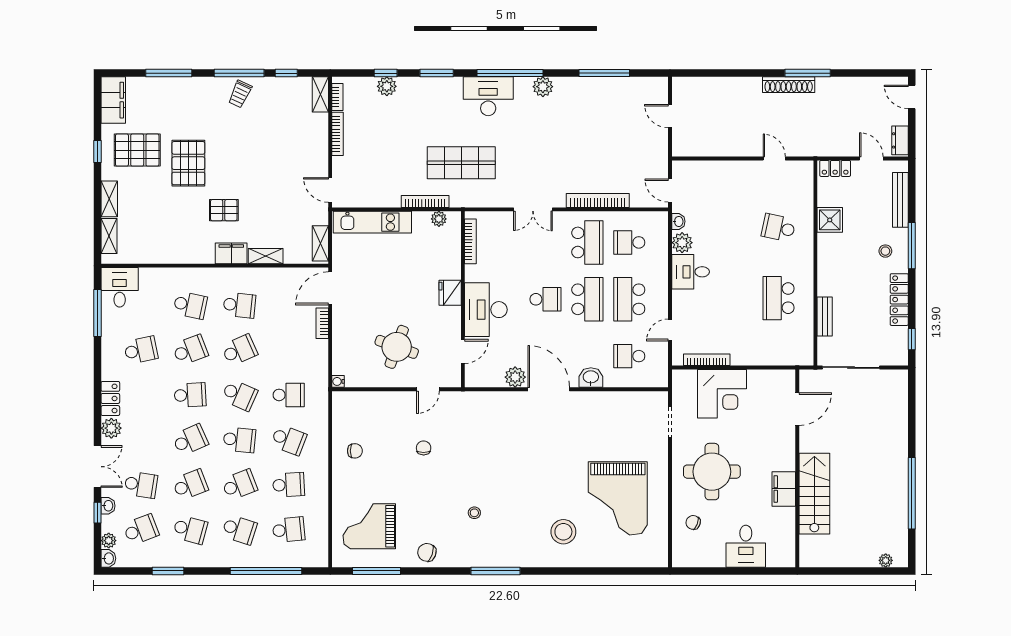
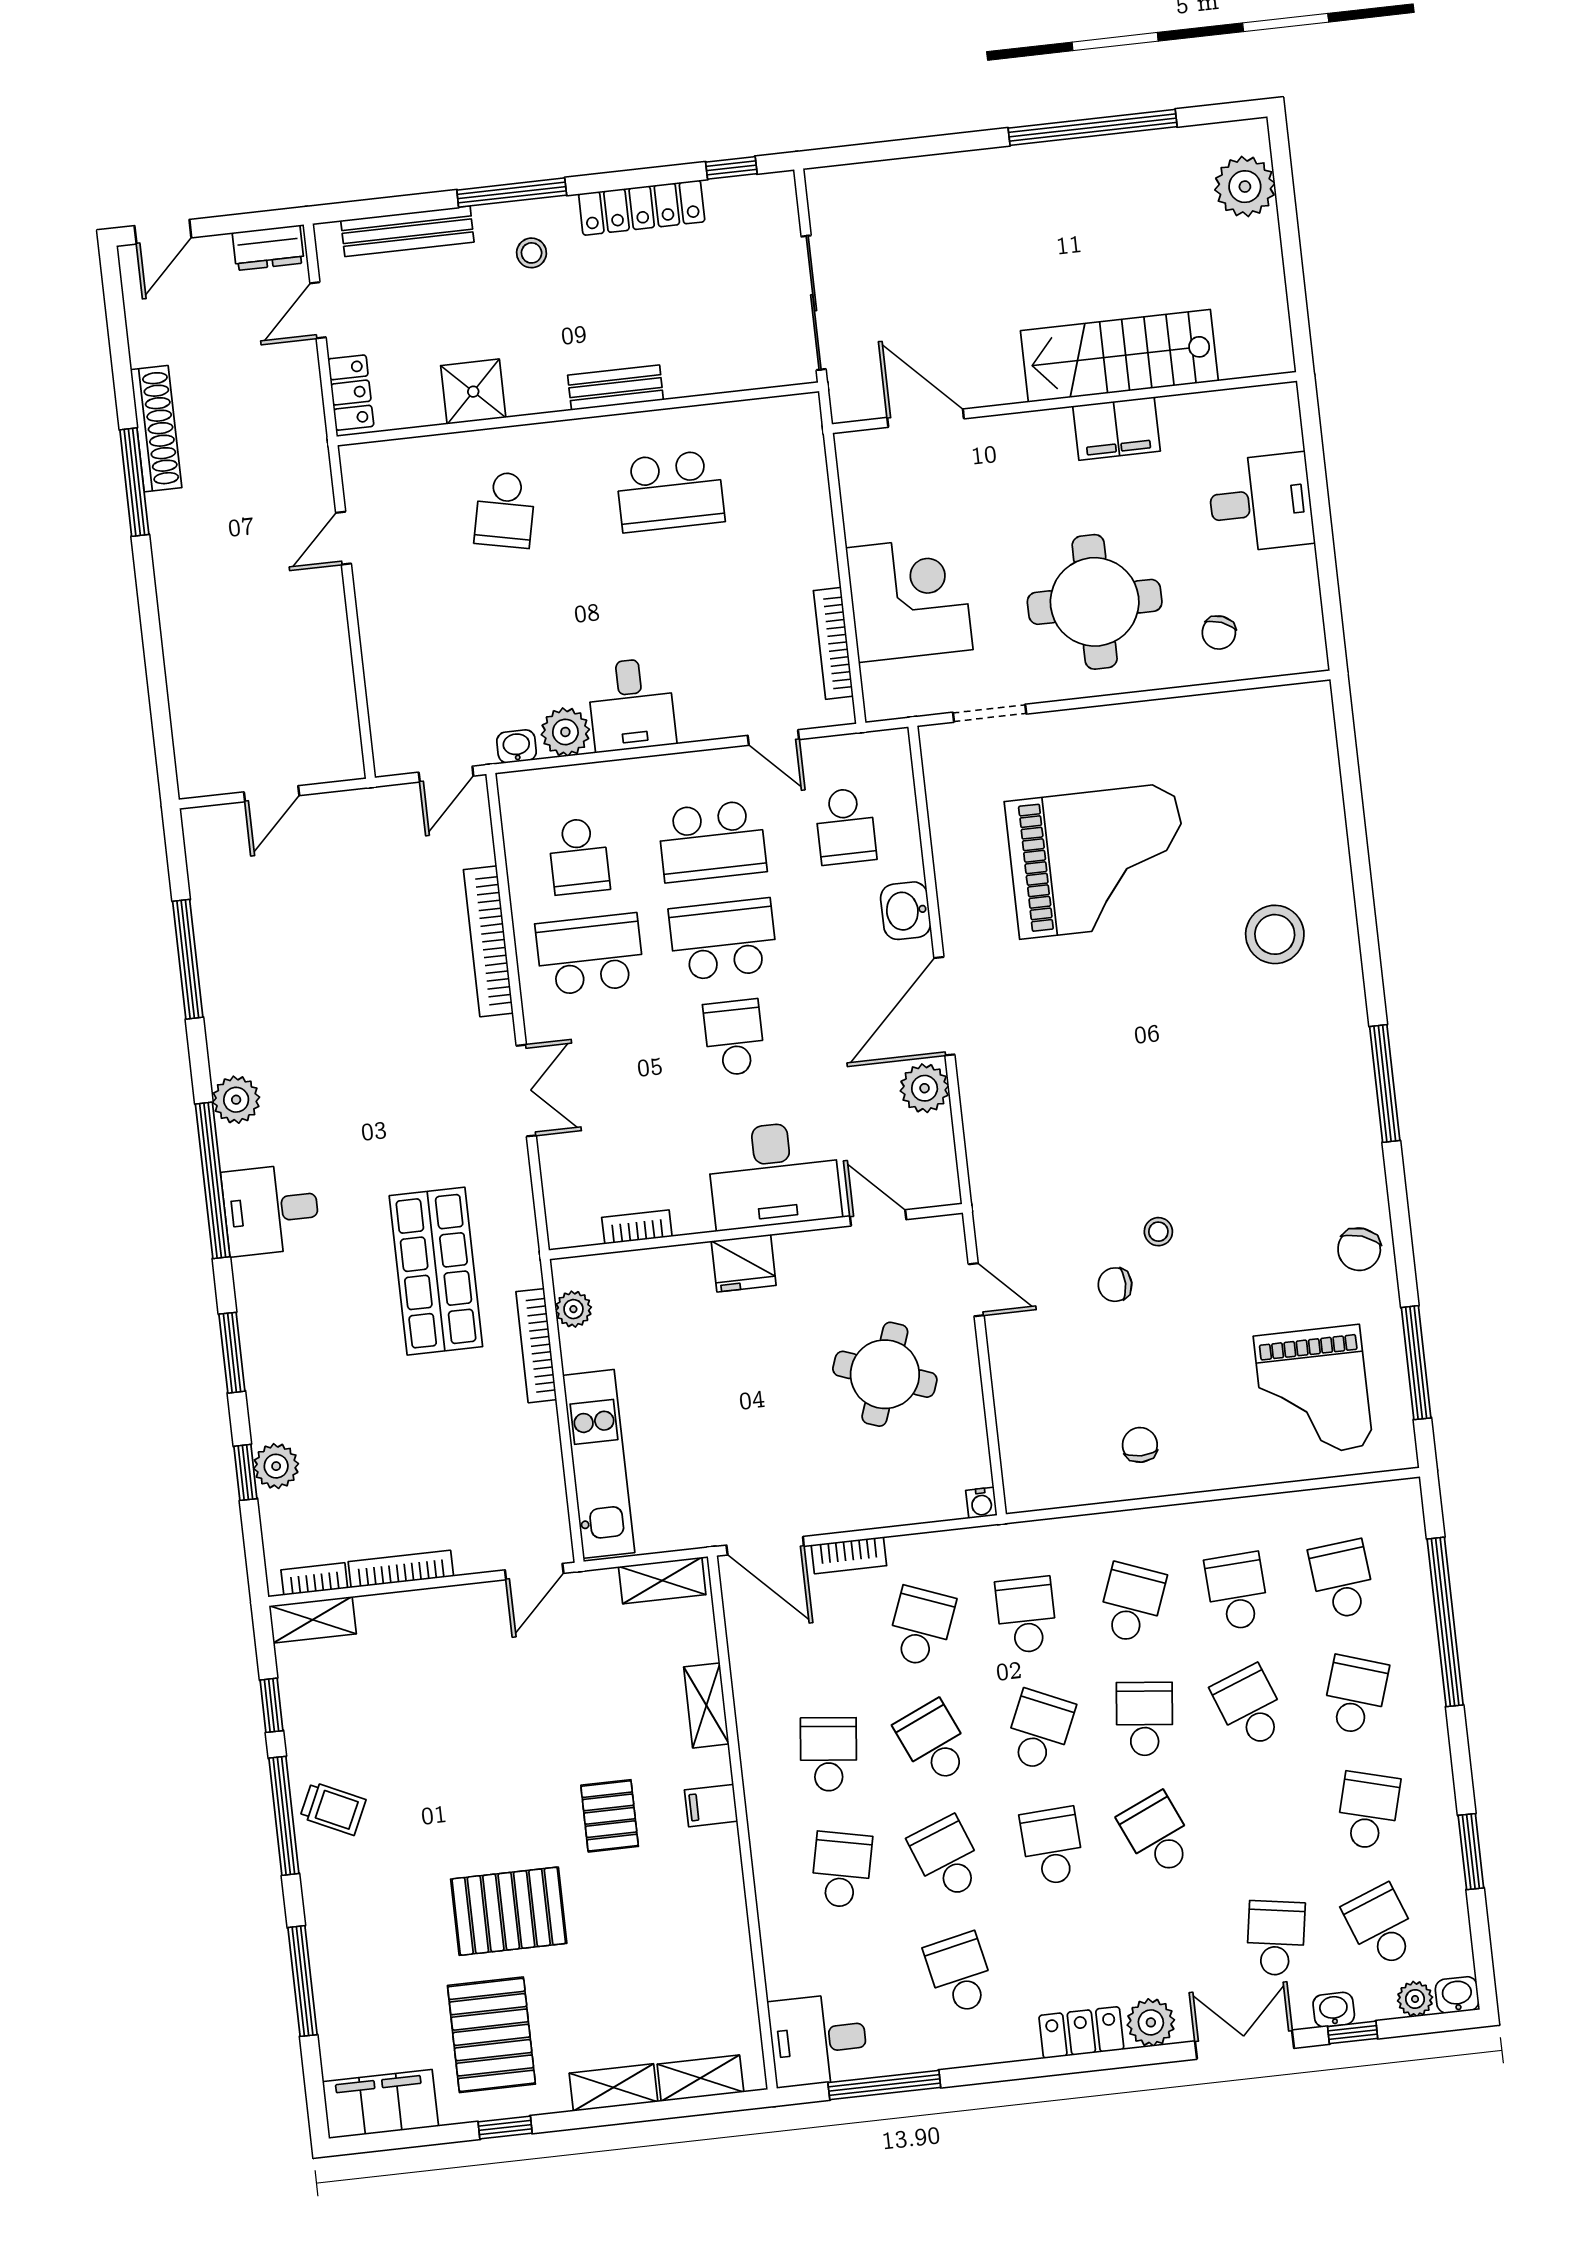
shoe rack: (789, 85) -> (156, 429), moved
desk: (488, 96) -> (271, 1210), width x0.73
bookcase: (470, 241) -> (637, 1227), width x0.64
filing cabinet: (231, 253) -> (711, 1806), width x0.50
bench: (825, 316) -> (616, 388), moved
school desk: (190, 485) -> (921, 1627), moved, turned 42
grand piano: (618, 498) -> (1098, 861), moved
stool: (474, 513) -> (1158, 1232), moved
plant: (886, 560) -> (1245, 187), width x1.88, depth x1.88

